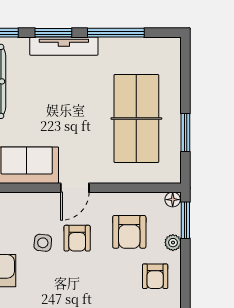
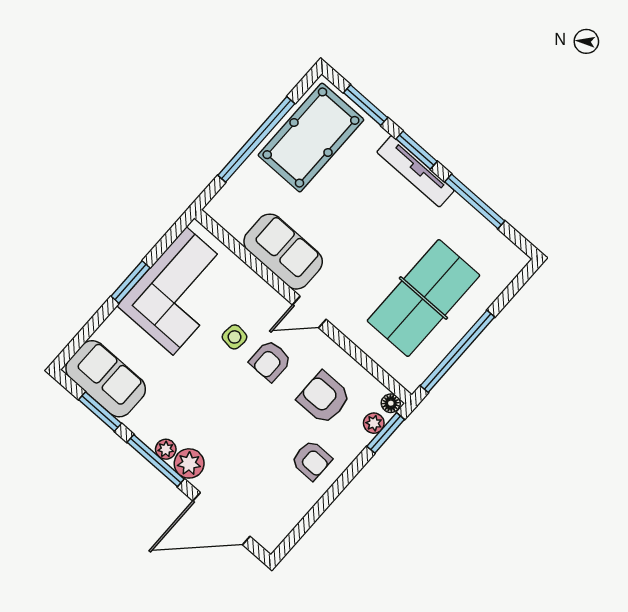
window: (185, 133) -> (458, 351), width x2.11
armchair: (129, 232) -> (324, 398), turned 90
plant: (173, 243) -> (374, 423), moved
armchair: (155, 276) -> (312, 460), turned -90

